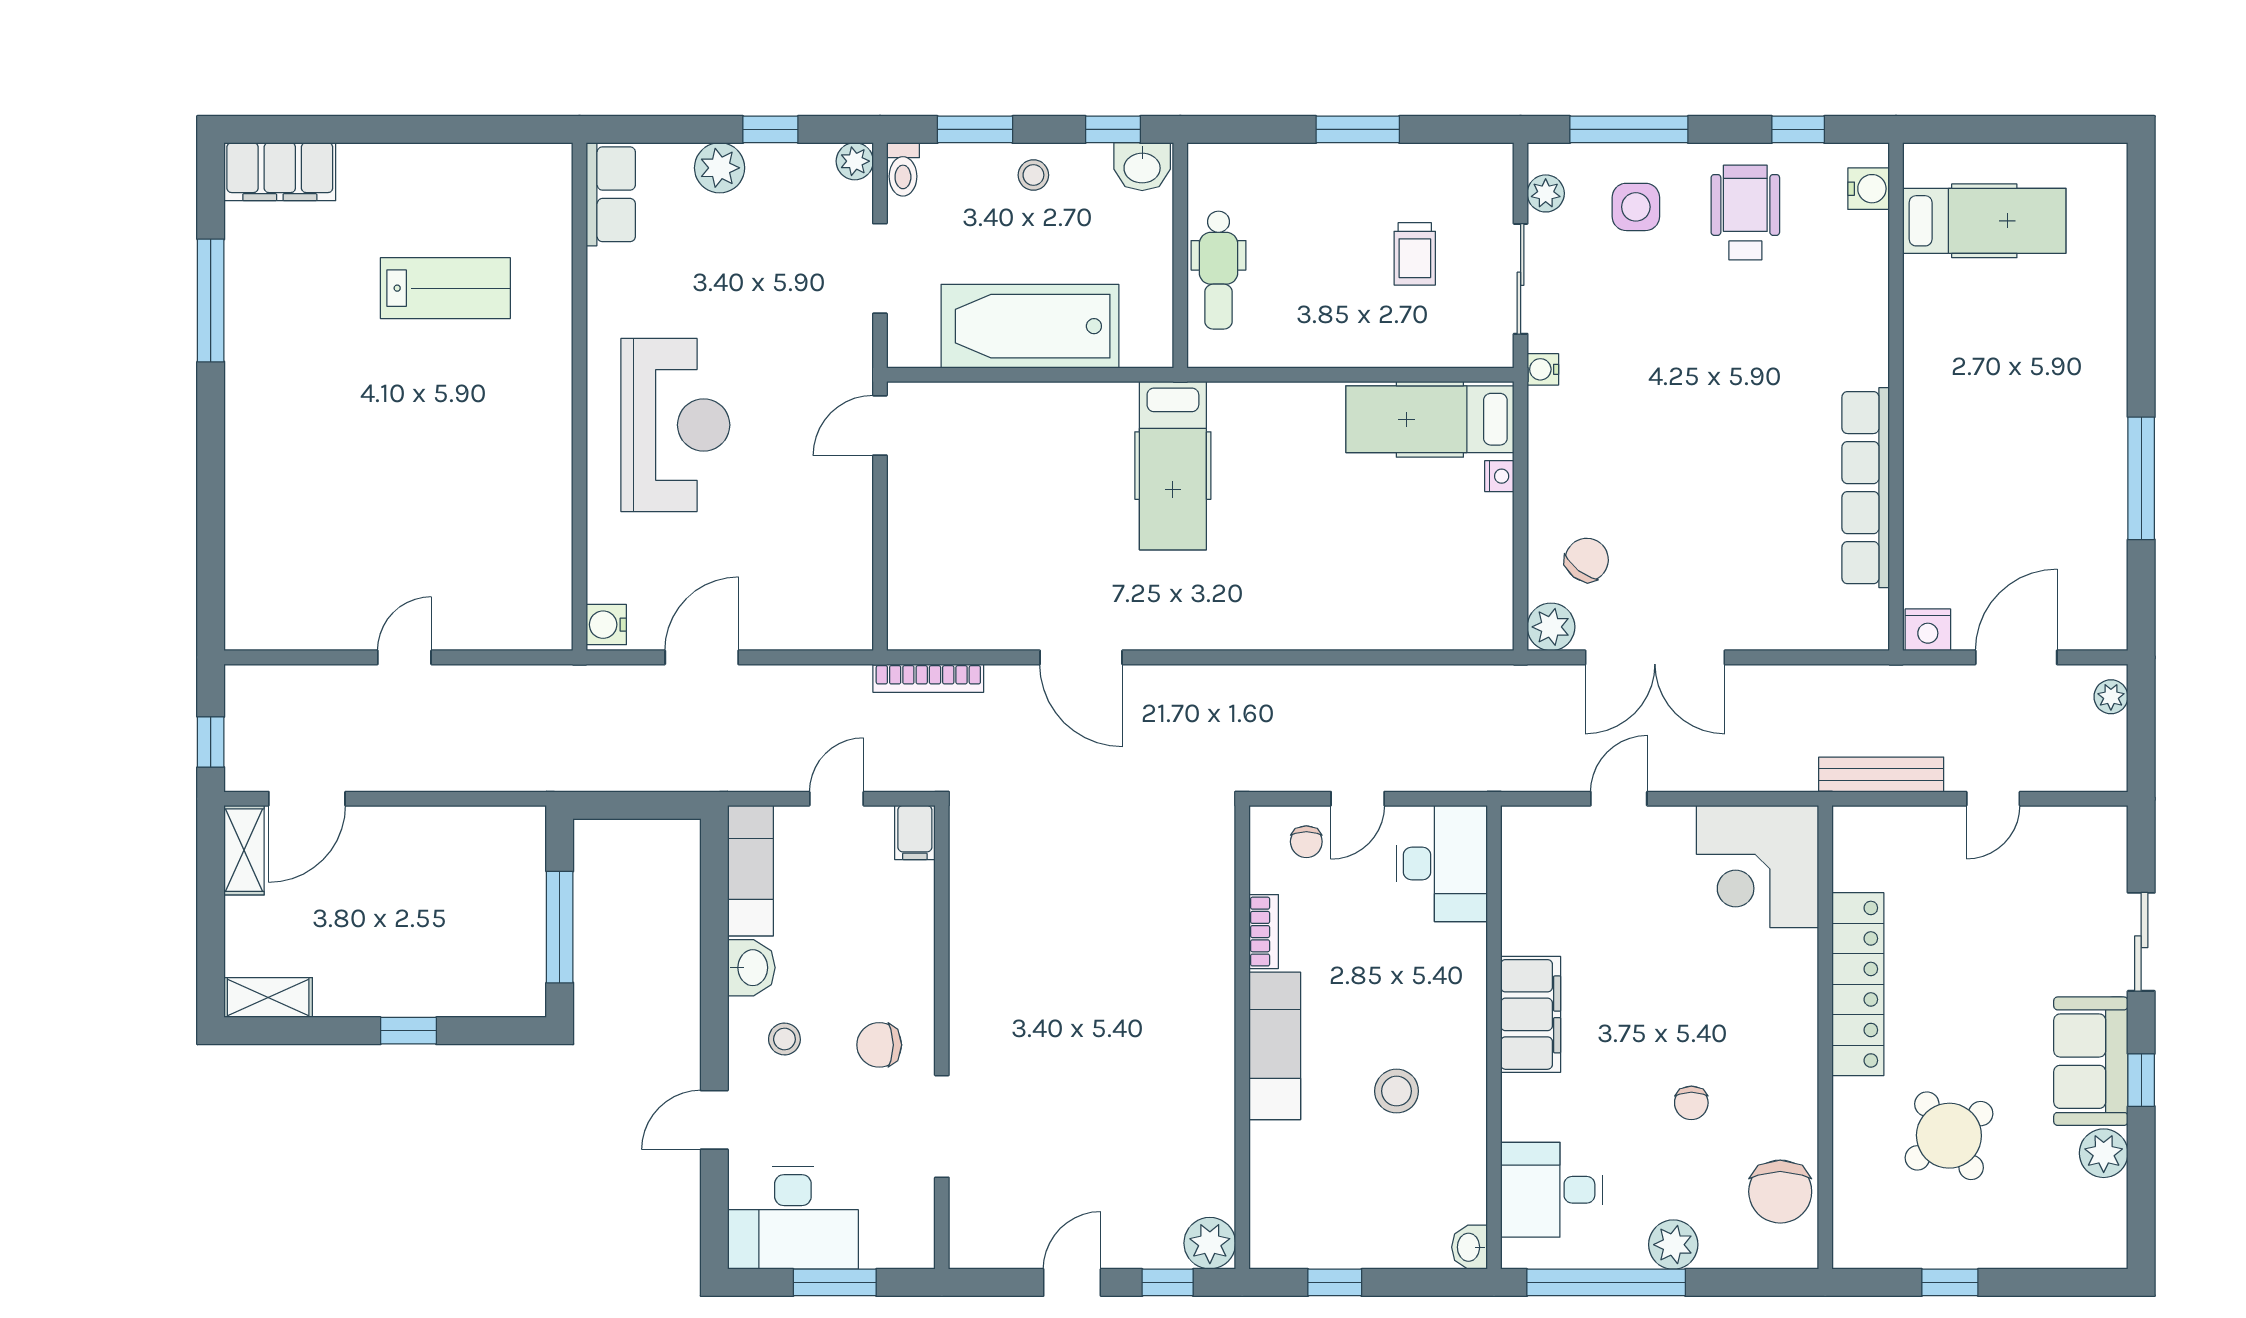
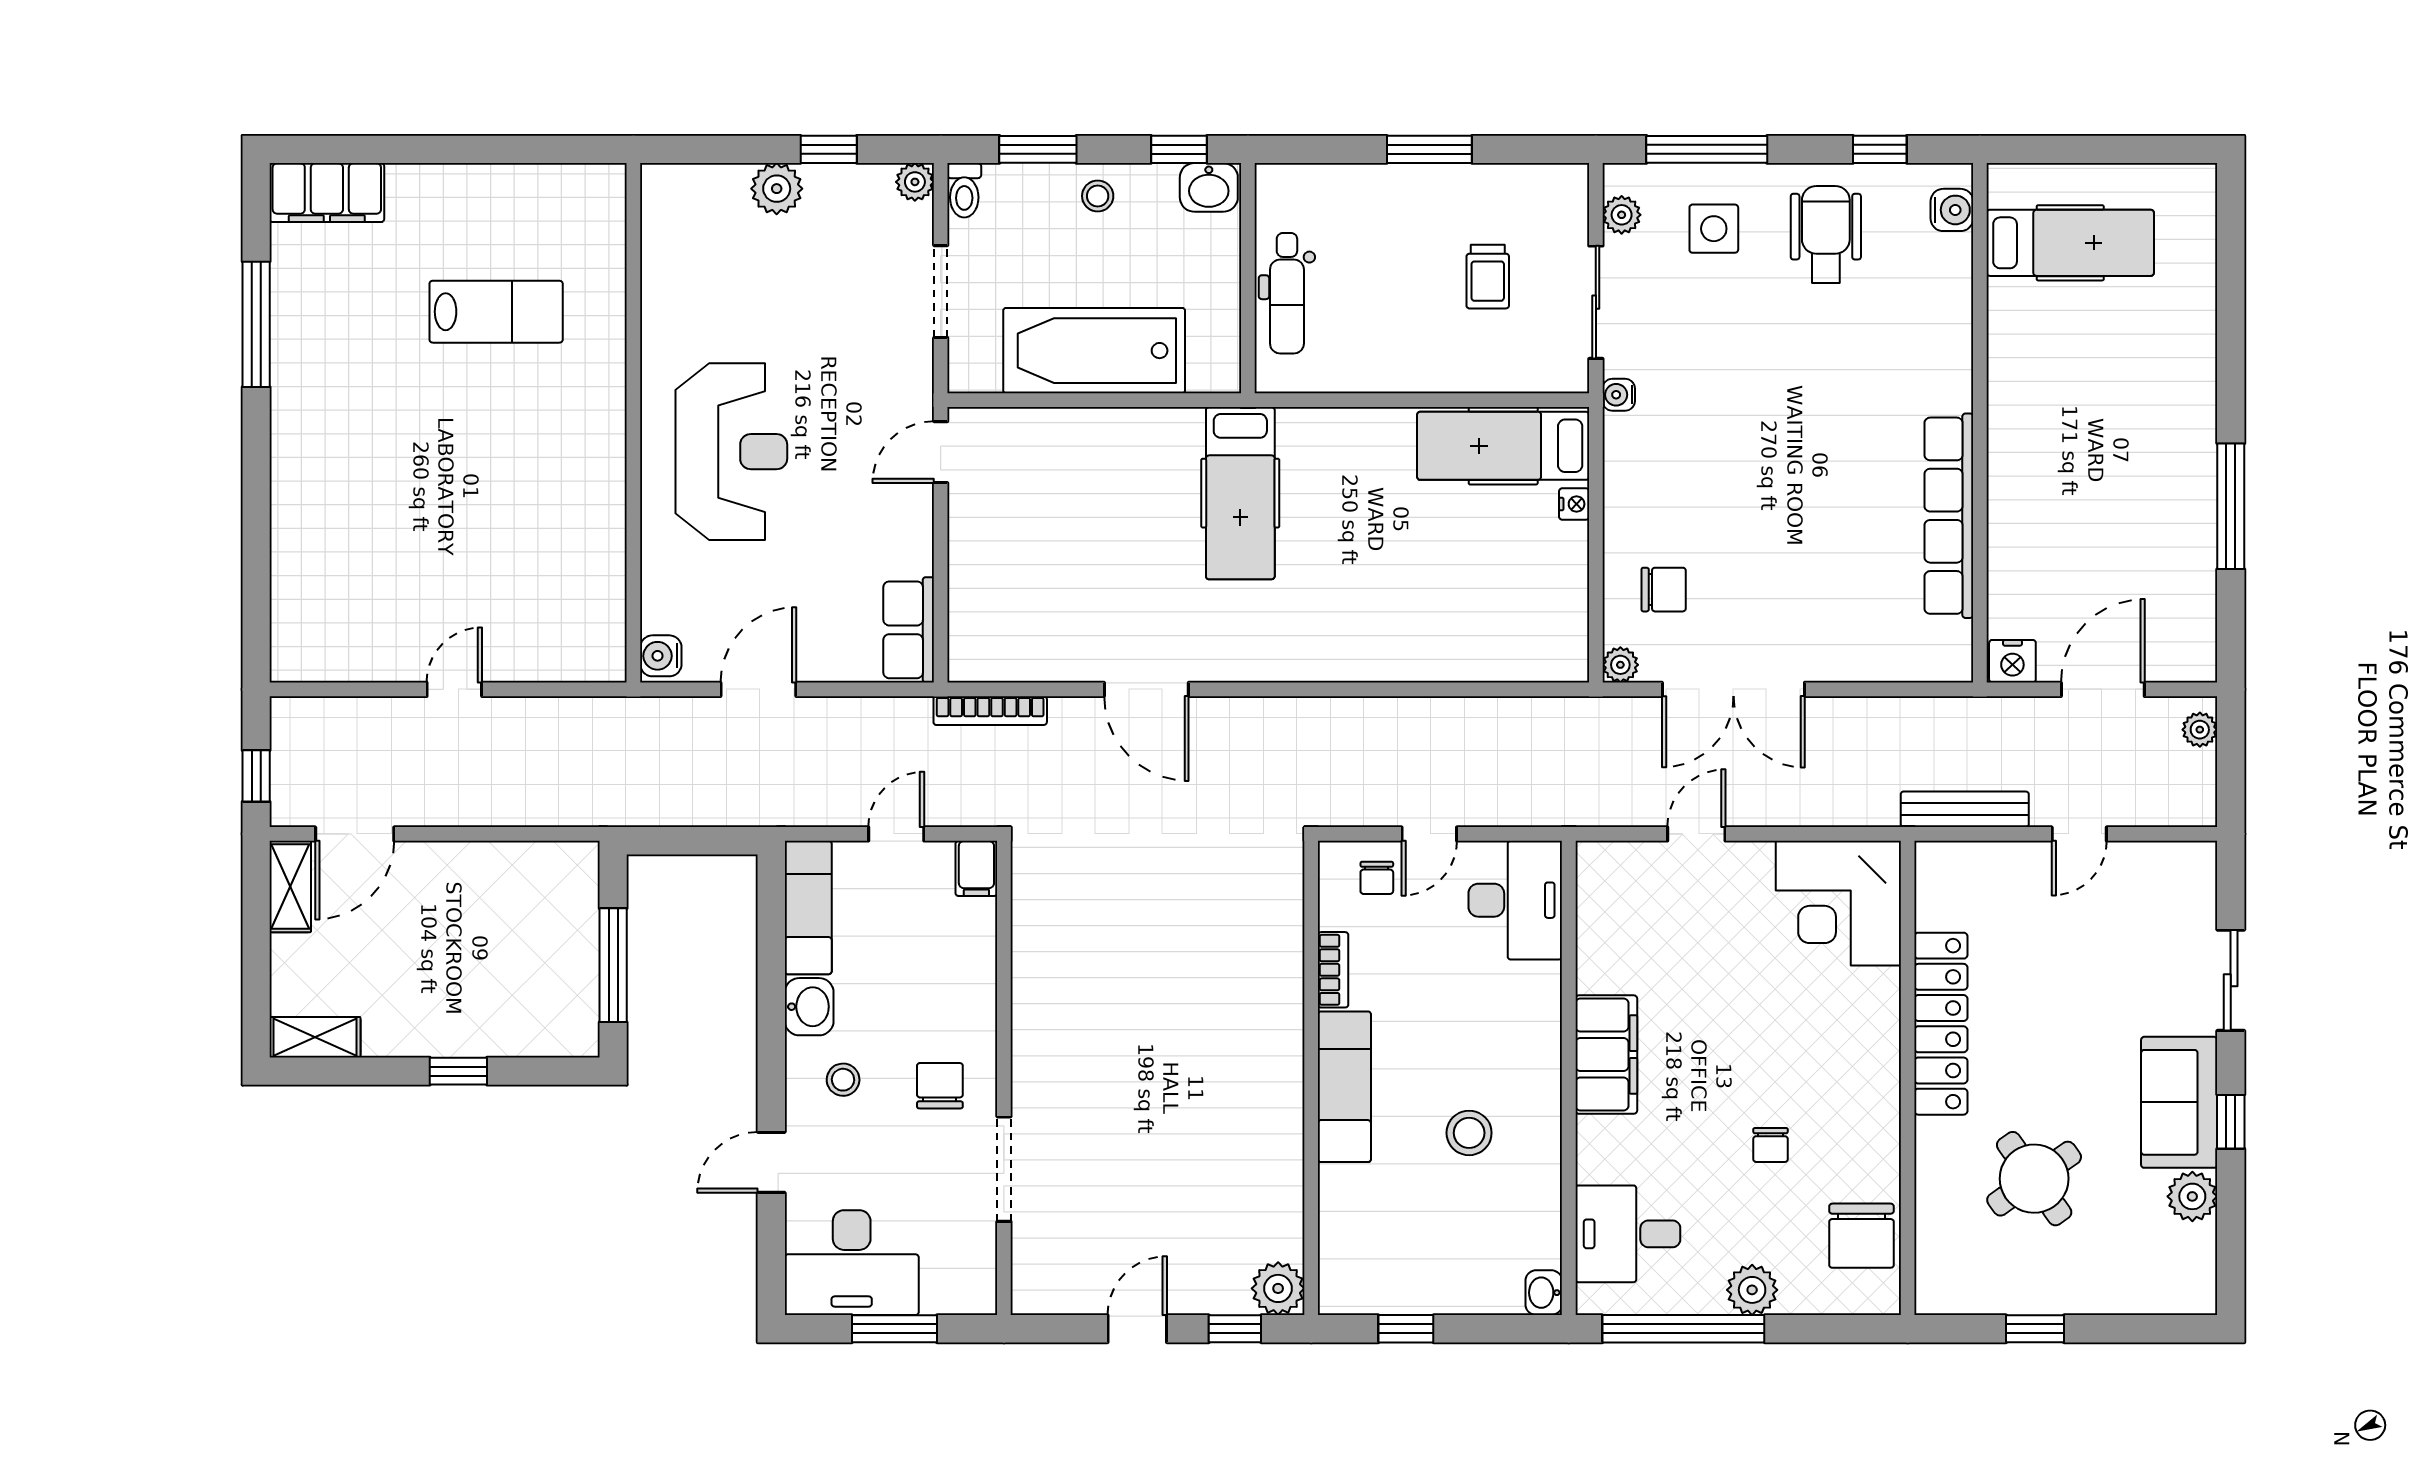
row of seats: (611, 194) -> (909, 630), moved, turned 180
chair: (1587, 560) -> (1664, 590), turned 52
plant: (1551, 627) -> (1620, 665), width x0.73, depth x0.73
chair: (879, 1045) -> (940, 1086), turned 90

